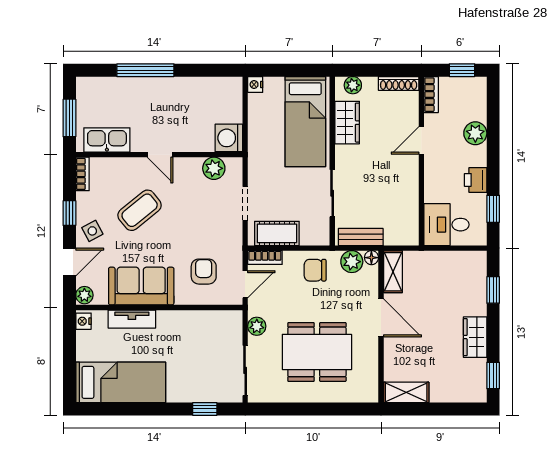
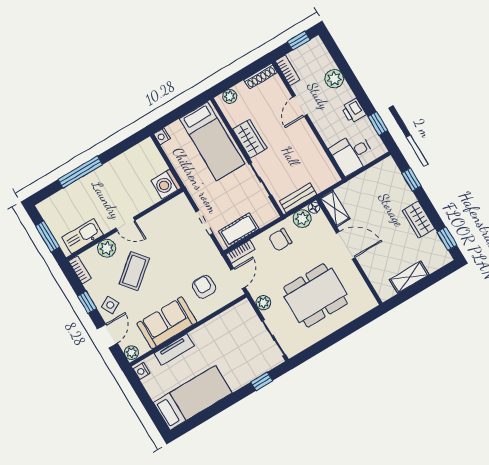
wardrobe: (347, 123) -> (250, 139), moved
plant: (214, 168) -> (107, 248), moved
shelving: (406, 392) -> (409, 277), moved

